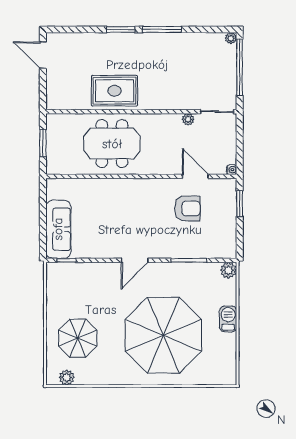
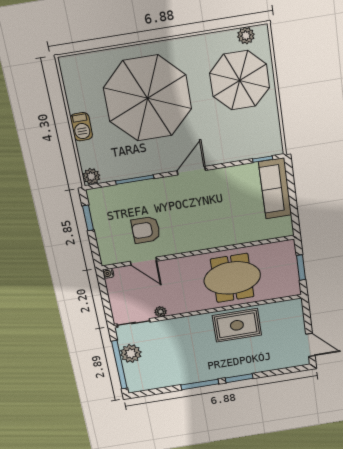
plant: (231, 38) -> (131, 354), moved, width x1.88, depth x1.88
window: (240, 204) -> (88, 218), moved
parasol: (78, 338) -> (240, 80), width x1.36, depth x1.36

